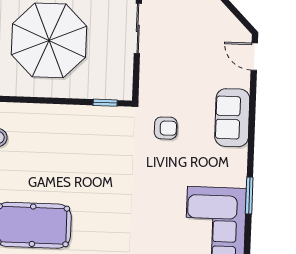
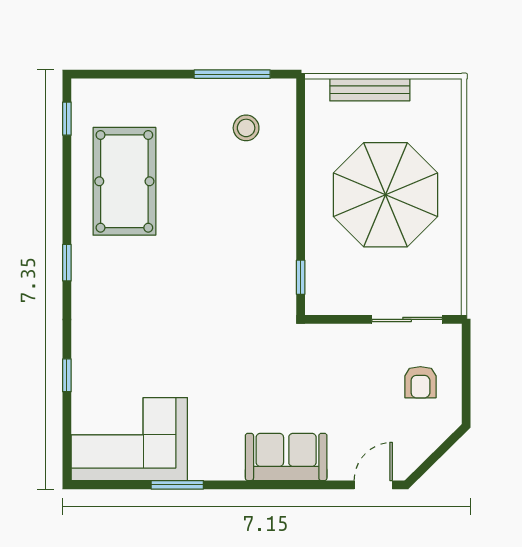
armchair: (166, 128) -> (420, 382), moved

